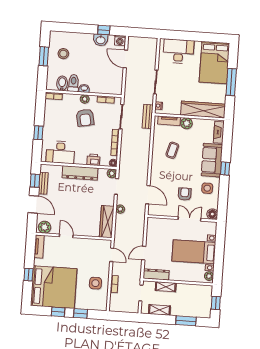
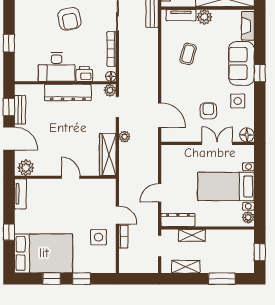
desk: (60, 152) -> (57, 67), moved
door: (66, 236) -> (71, 177), moved
door: (112, 255) -> (117, 215), moved
bed: (54, 287) -> (44, 253), width x0.73

